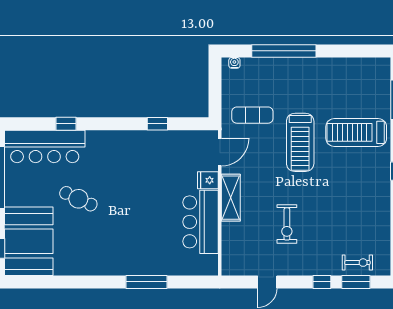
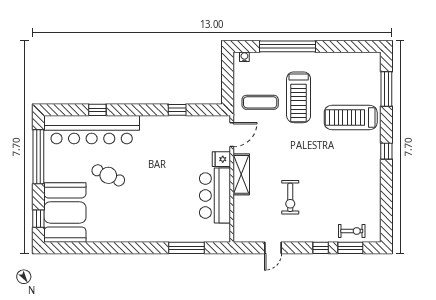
treadmill: (300, 142) -> (299, 97), moved
bar counter: (45, 146) -> (92, 130), width x1.36
window: (147, 282) -> (187, 248), moved

